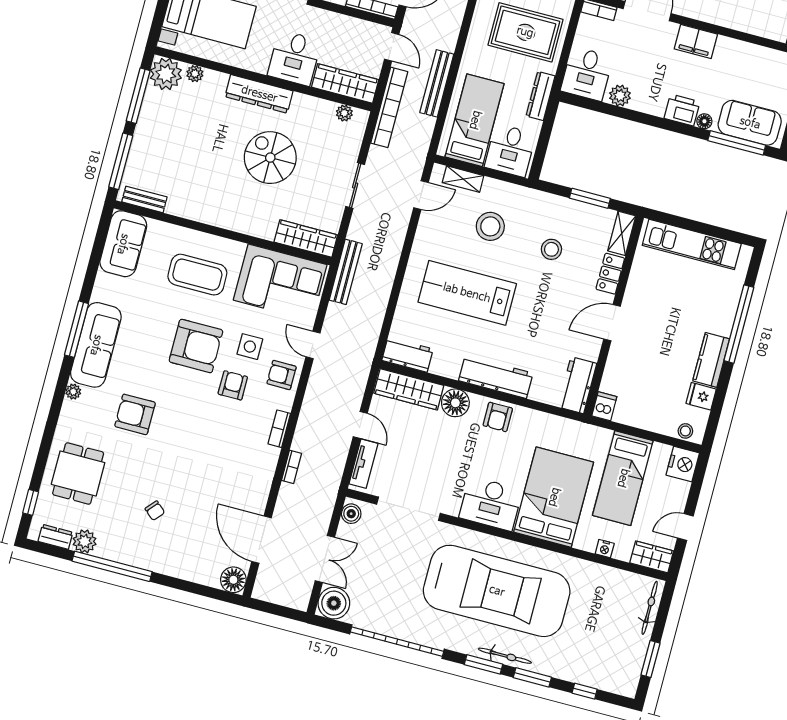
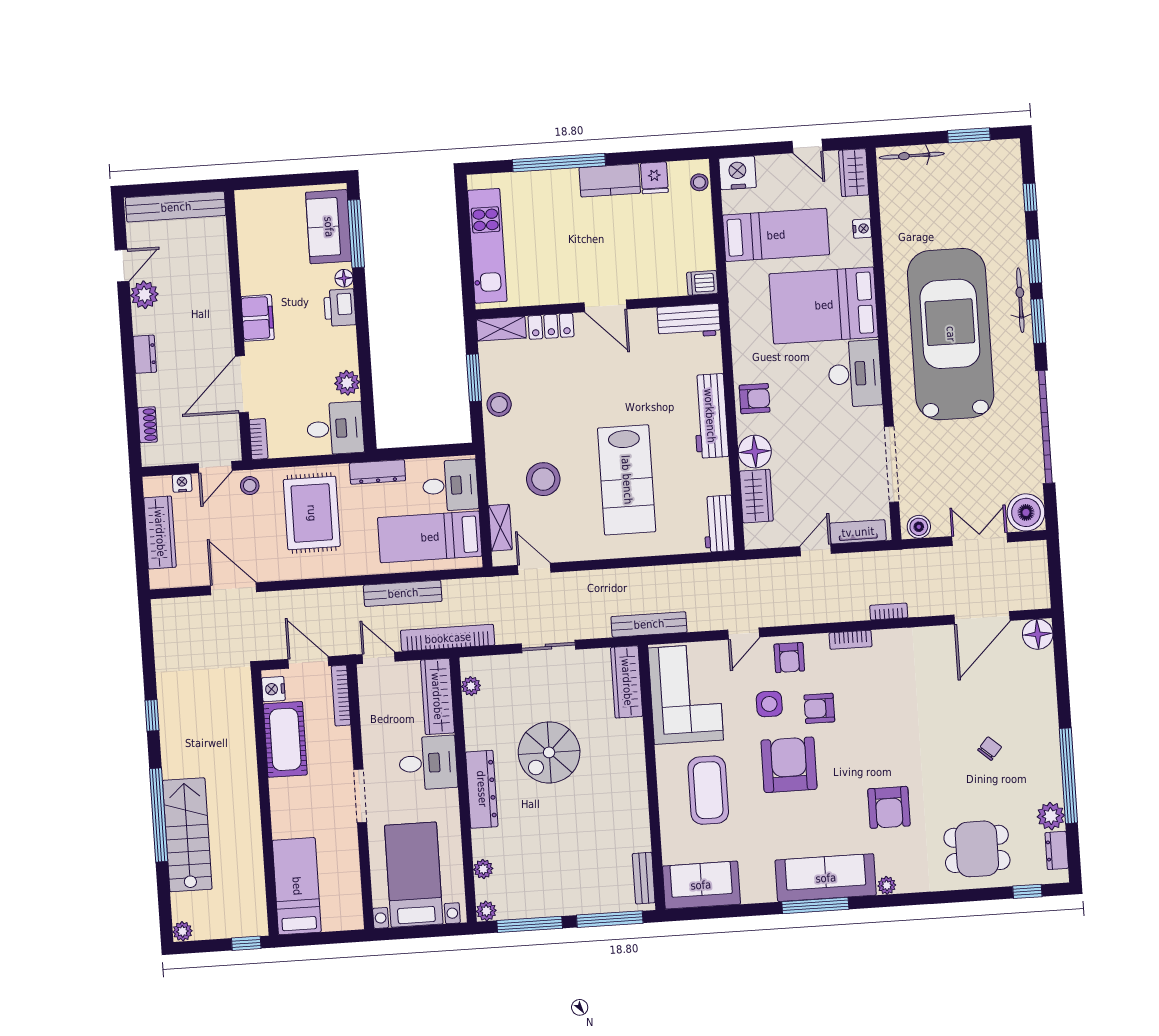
door: (392, 47) -> (379, 658), hinge flipped
plant: (166, 74) -> (486, 911), width x0.53, depth x0.53
stool: (551, 249) -> (499, 404), moved
wardrobe: (409, 389) -> (756, 496), width x0.67

